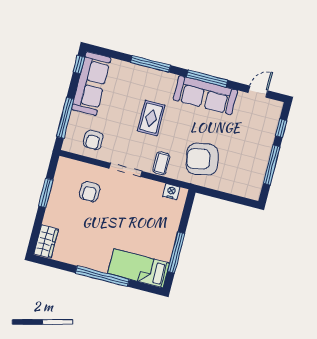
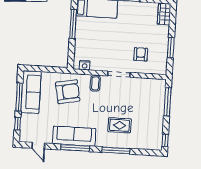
sofa: (91, 83) -> (31, 92), moved, turned 180
door: (258, 92) -> (38, 146), hinge flipped
rug: (151, 118) -> (120, 125), moved, turned 90
armchair: (93, 140) -> (145, 90), removed

